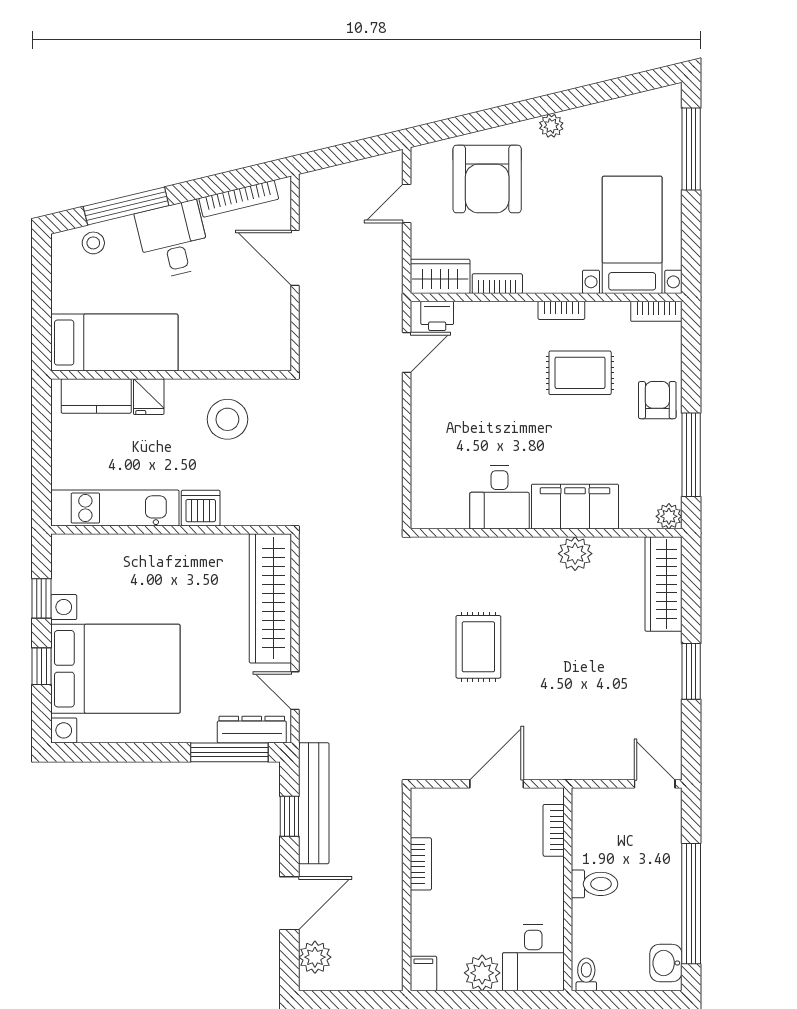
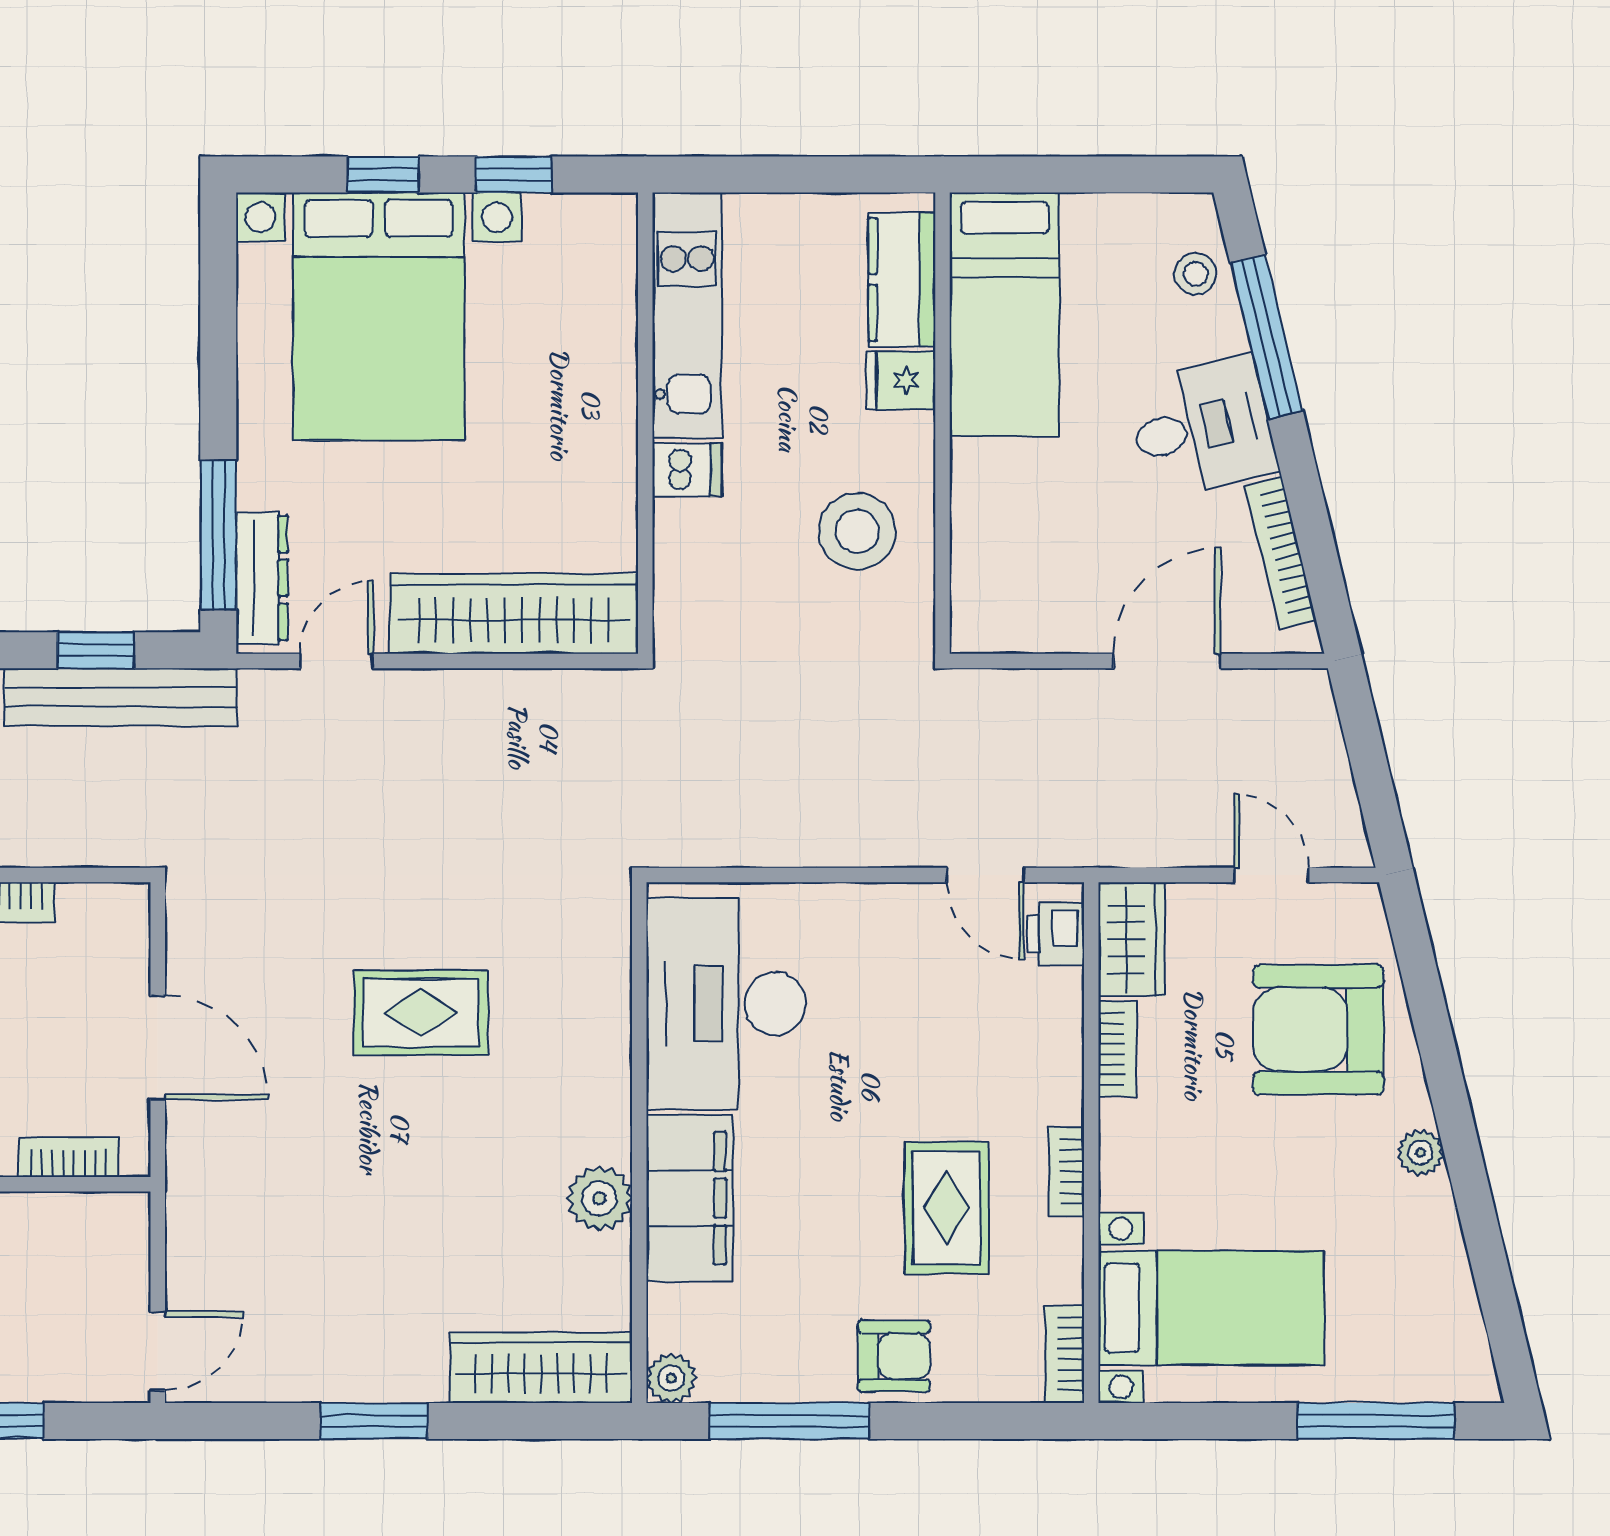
desk: (499, 497) -> (726, 1004), width x1.87, depth x1.30
dishwasher: (201, 508) -> (687, 470), width x0.73

